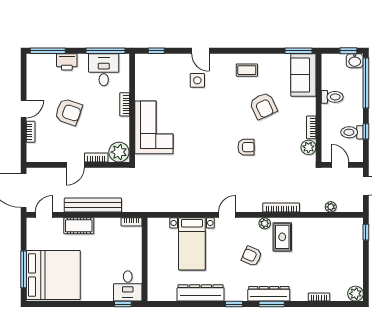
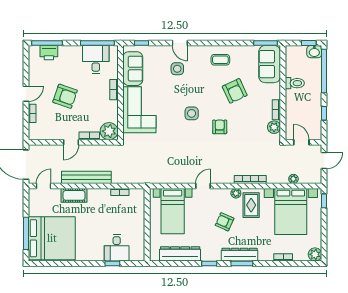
printer: (67, 62) -> (49, 53), moved
sofa: (146, 80) -> (133, 69), added
side table: (214, 132) -> (192, 113), added
toilet: (352, 132) -> (312, 114), removed
armchair: (246, 147) -> (220, 127), turned -90
bed with nightstands: (328, 244) -> (291, 211), added
wall: (145, 259) -> (147, 225), moved

